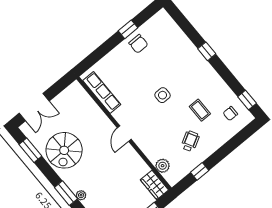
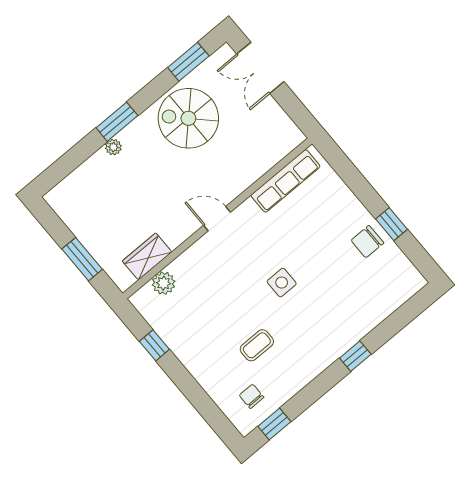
wheelchair: (190, 141) -> (205, 329), removed
wardrobe: (154, 185) -> (147, 256), moved

